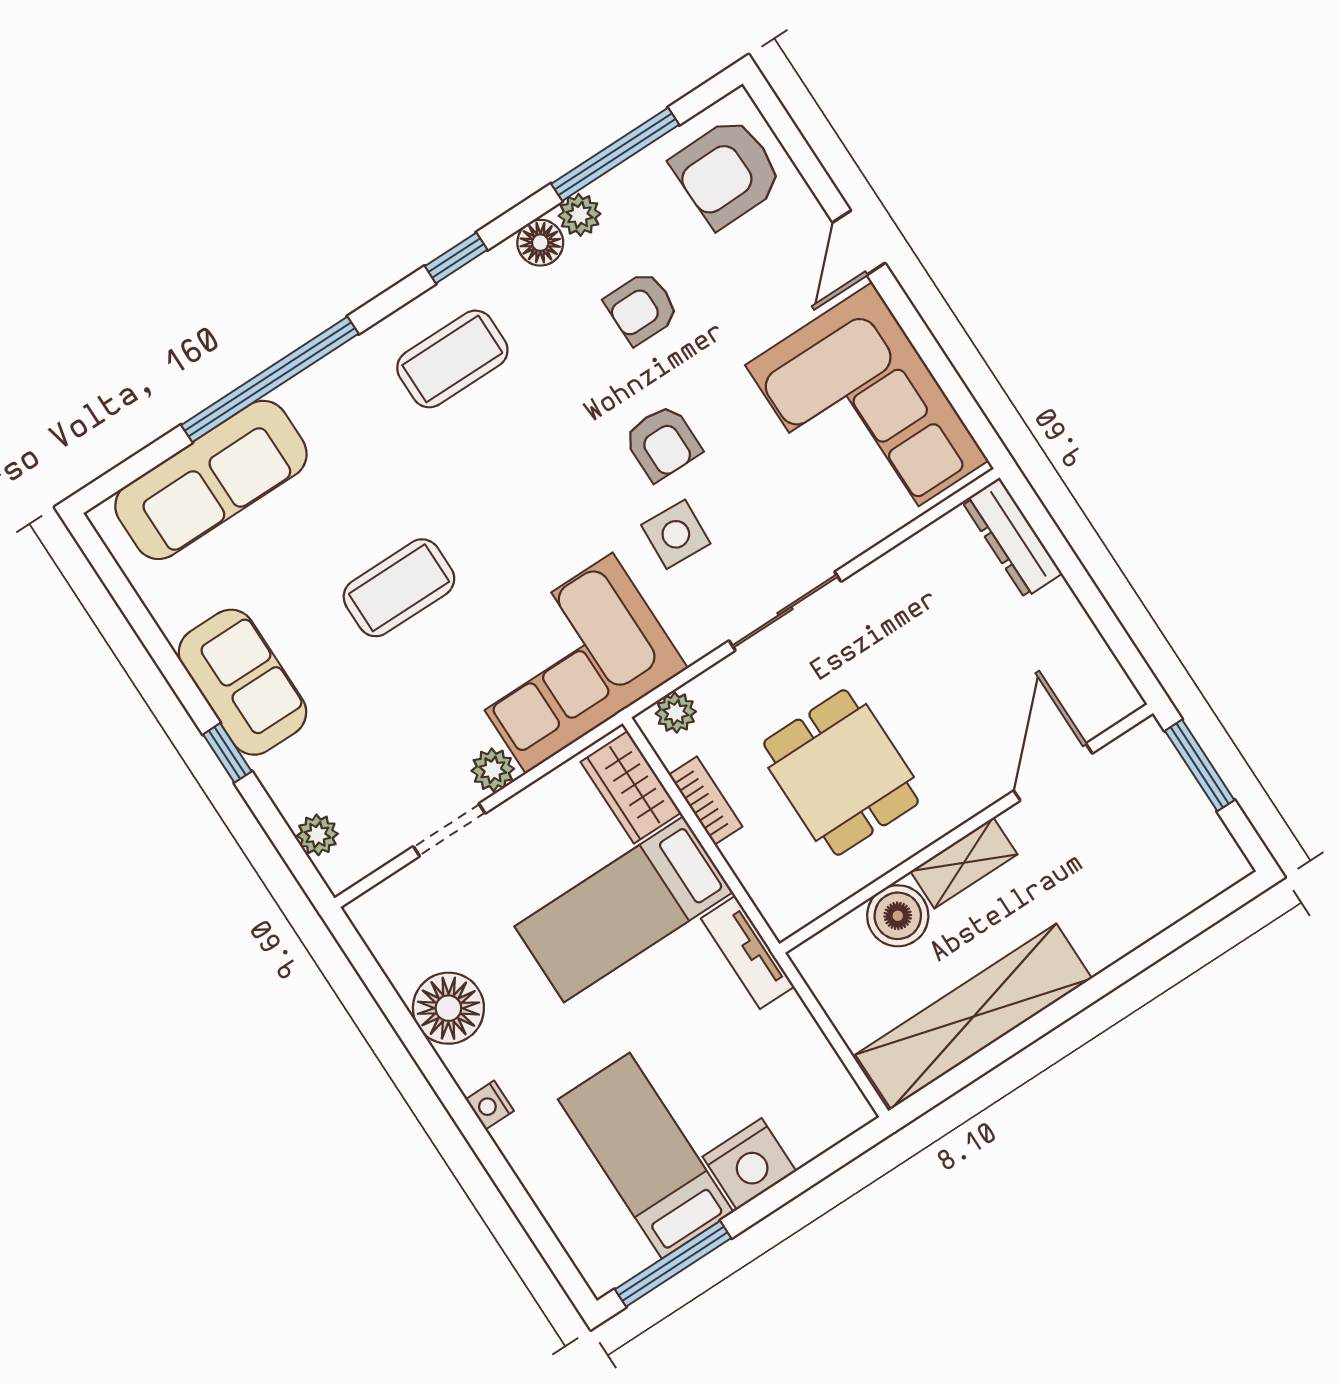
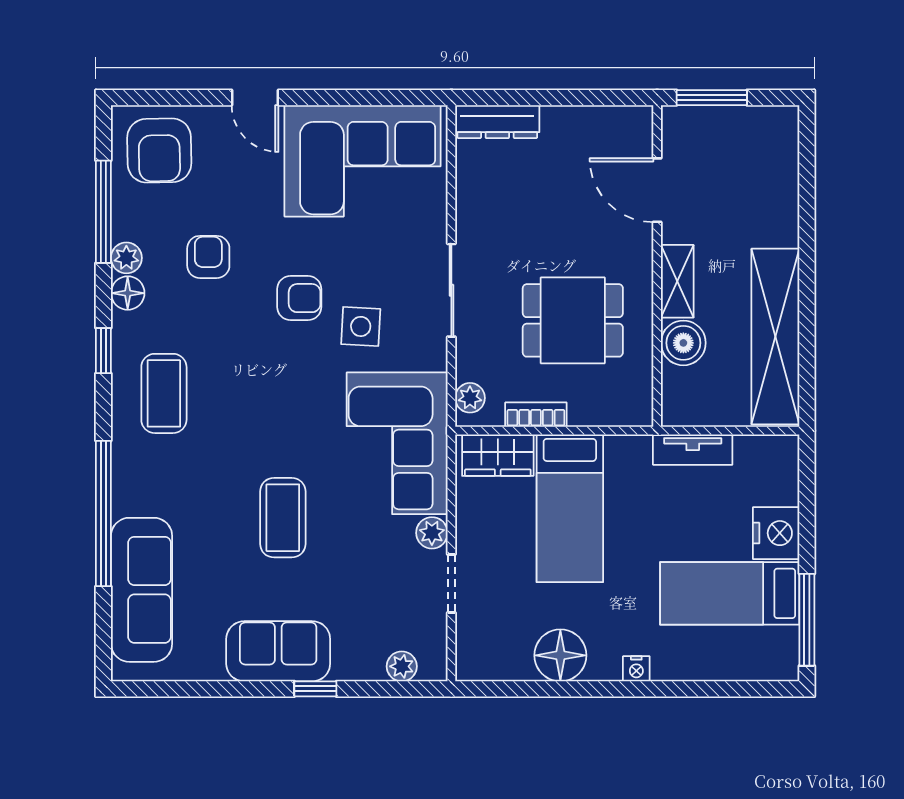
armchair: (642, 308) -> (208, 257), turned 180
tv unit: (748, 952) -> (693, 450), moved

